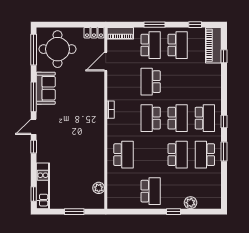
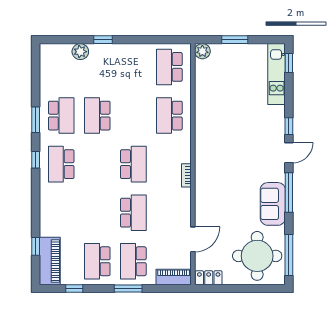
school desk: (178, 118) -> (97, 164), removed
plant: (99, 188) -> (202, 51), moved
school desk: (151, 191) -> (169, 67), moved

